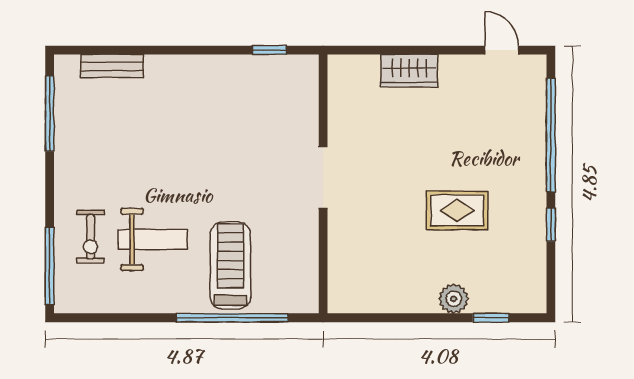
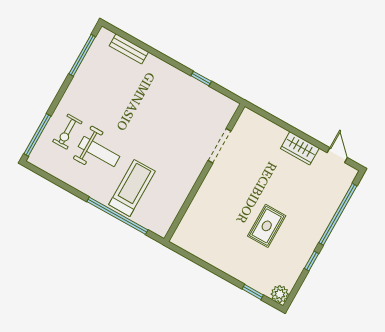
window: (269, 50) -> (201, 79), moved
wardrobe: (409, 71) -> (300, 148), moved
doorway: (323, 178) -> (219, 146), moved
rug: (457, 210) -> (267, 226), turned 90
plant: (454, 299) -> (280, 294), moved

